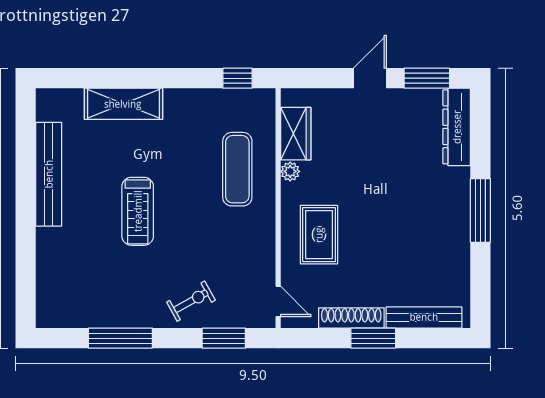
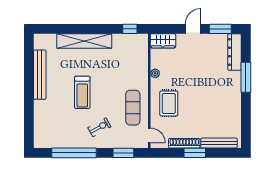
shelving: (123, 104) -> (84, 41), width x1.47
wardrobe: (296, 134) -> (163, 41), moved, turned 90
exercise mat: (237, 169) -> (133, 108), moved
window: (480, 210) -> (246, 77), moved
exercise bike: (191, 301) -> (99, 127), moved
window: (120, 338) -> (74, 153), width x1.46

